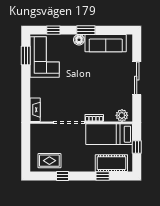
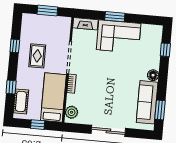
window: (86, 30) -> (160, 110), moved
window: (26, 56) -> (115, 17), moved
corner sofa: (45, 57) -> (119, 37), moved
window: (26, 148) -> (47, 11), added
rug: (49, 161) -> (37, 56), moved
cot: (111, 163) -> (21, 101), width x0.73, depth x0.75

